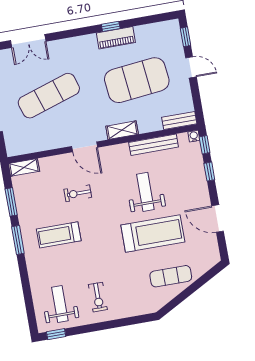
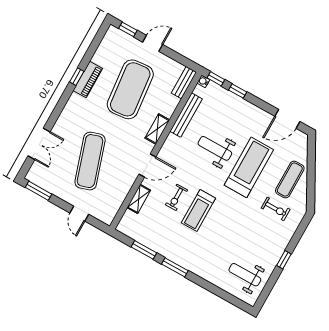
shelving: (24, 167) -> (139, 199), moved
door: (218, 219) -> (287, 119), moved
treadmill: (59, 235) -> (198, 210), moved
exercise bike: (98, 297) -> (276, 209), moved
window: (56, 334) -> (284, 260), moved

